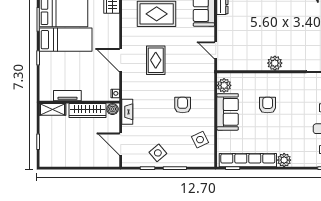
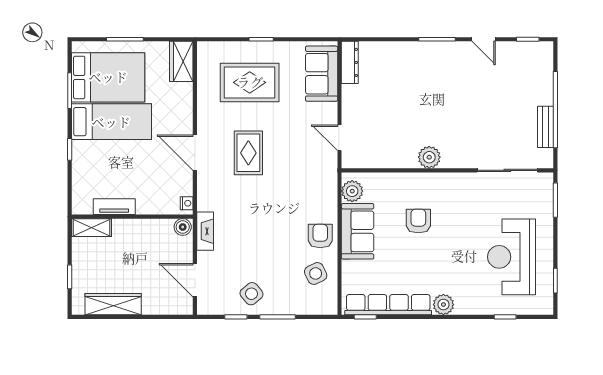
armchair: (183, 105) -> (320, 236), moved
wardrobe: (88, 111) -> (113, 304), moved, turned 180

